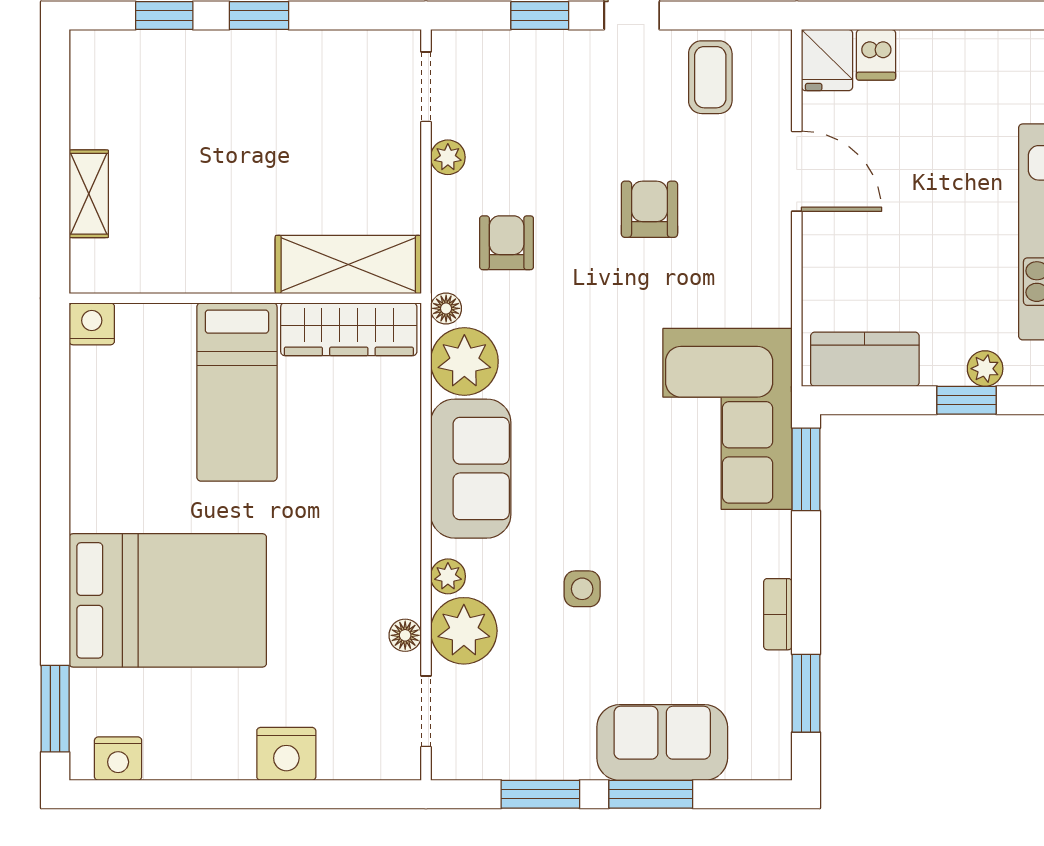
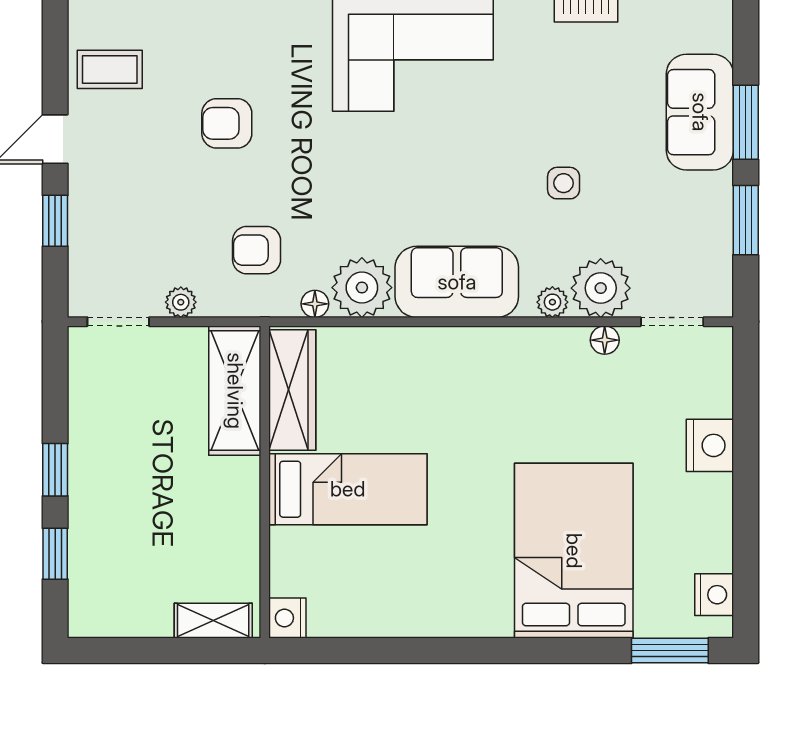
shelving: (348, 264) -> (235, 391), moved
wall: (245, 298) -> (265, 482), moved
nightstand: (92, 324) -> (287, 618), moved
wardrobe: (349, 329) -> (292, 390), moved
bed: (237, 392) -> (348, 489), moved

